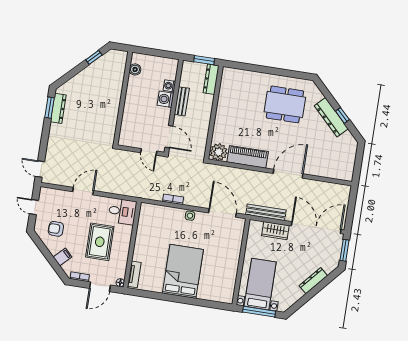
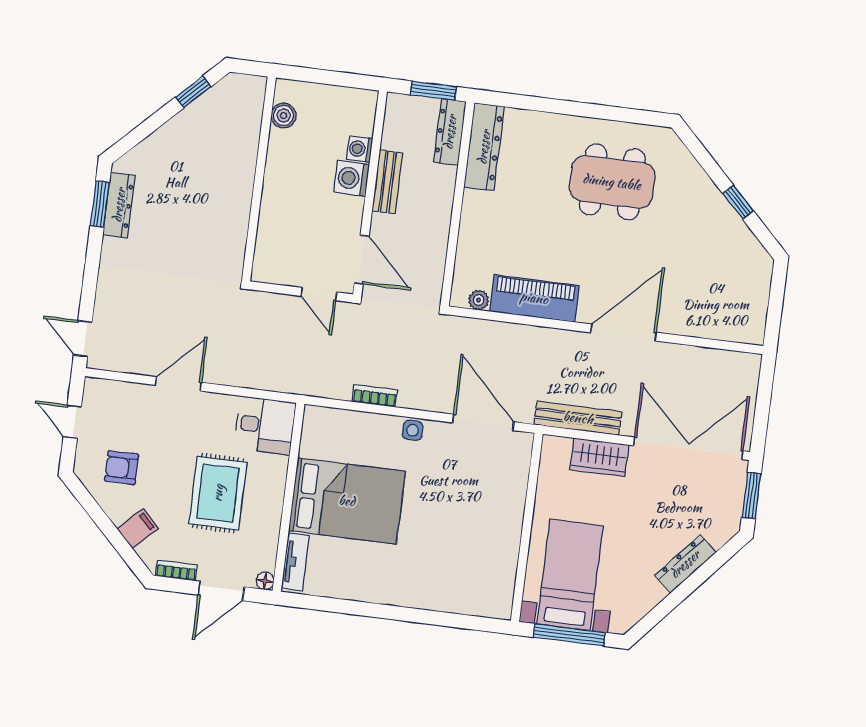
dresser: (331, 117) -> (484, 147), moved, turned -135
plant: (219, 152) -> (479, 300), width x0.53, depth x0.53
bed: (183, 271) -> (347, 501), moved, turned 90

